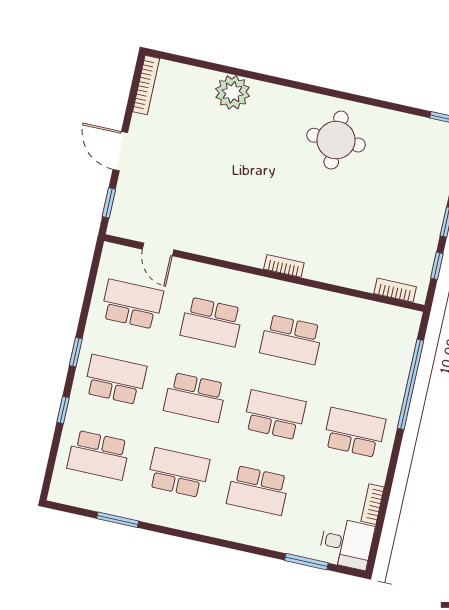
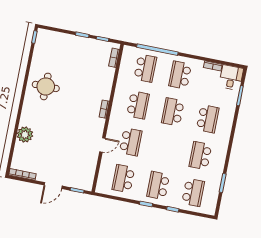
door: (158, 249) -> (102, 145), moved
school desk: (195, 397) -> (145, 68), moved

